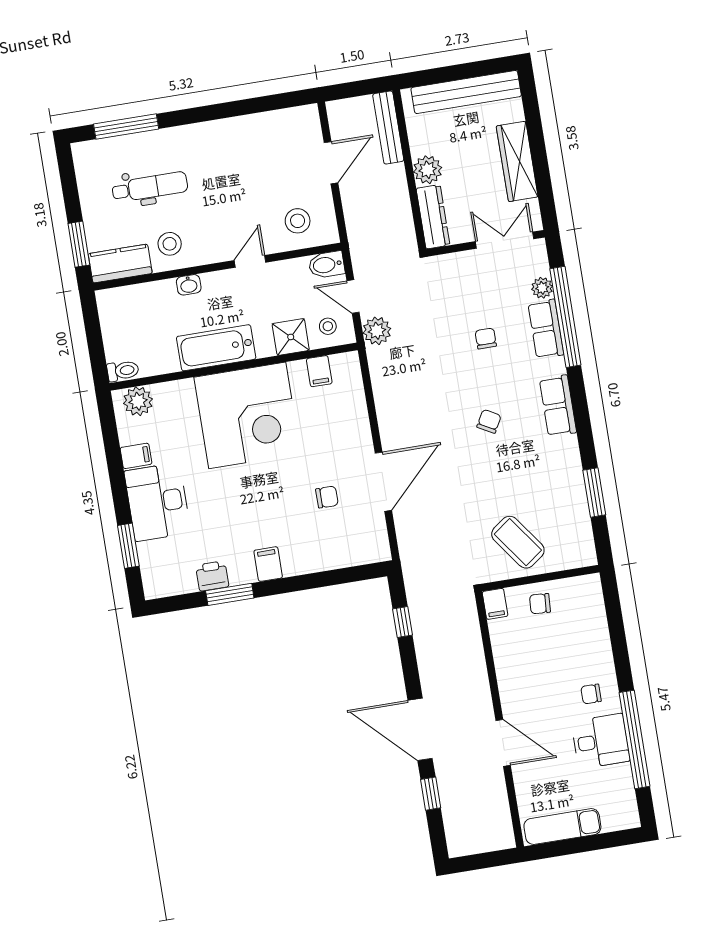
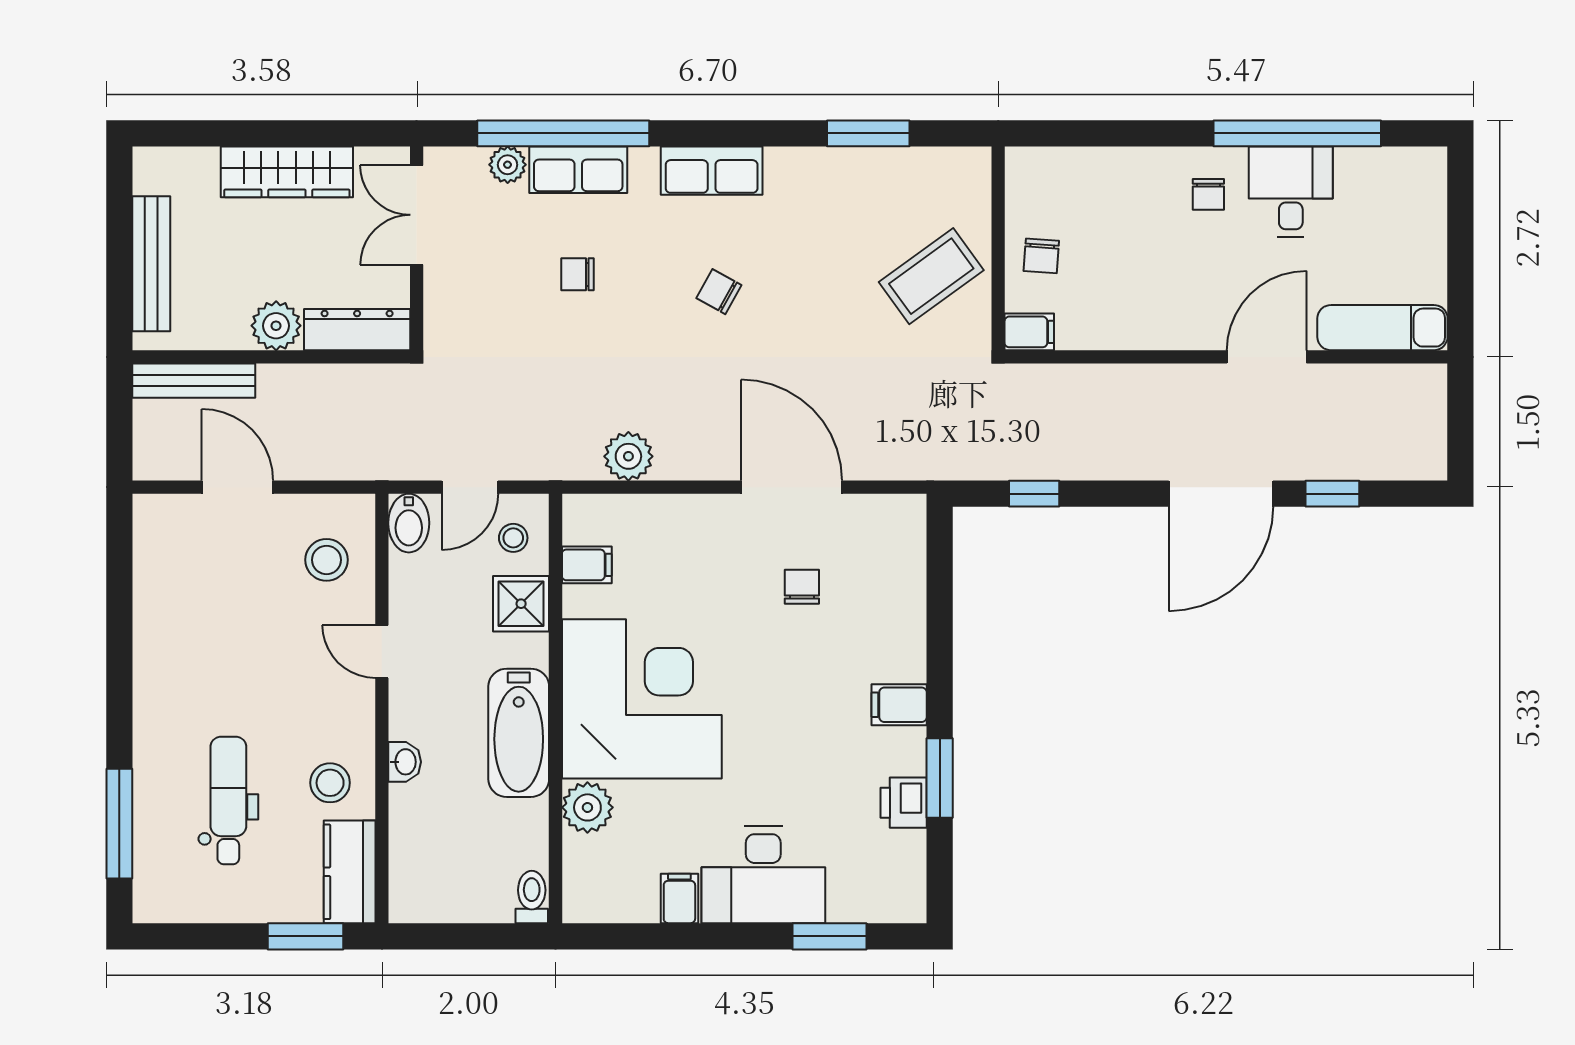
bench: (466, 92) -> (151, 264), width x0.73, depth x0.82
plant: (377, 331) -> (628, 456), moved
plant: (138, 401) -> (587, 807), moved
exam couch: (562, 827) -> (1382, 328), moved, turned 90

